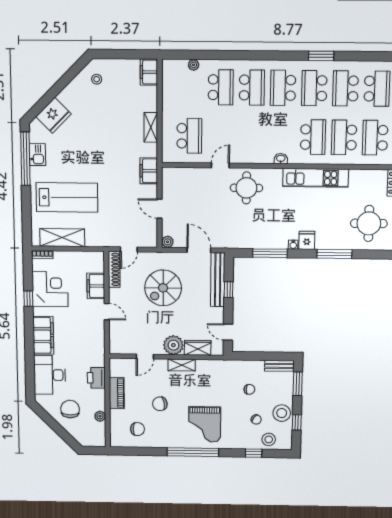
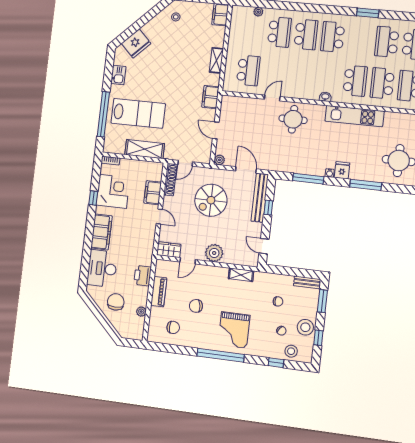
school desk: (314, 88) -> (360, 39), removed
window: (25, 159) -> (103, 114), moved
shelving: (62, 238) -> (145, 149), moved
wardrobe: (198, 348) -> (169, 250), moved
shelving: (182, 365) -> (241, 275), moved

